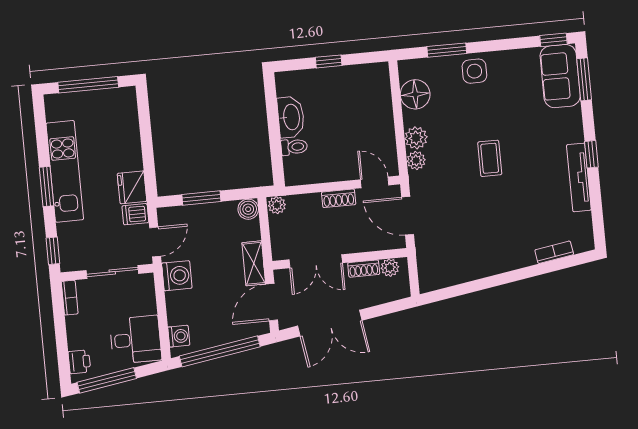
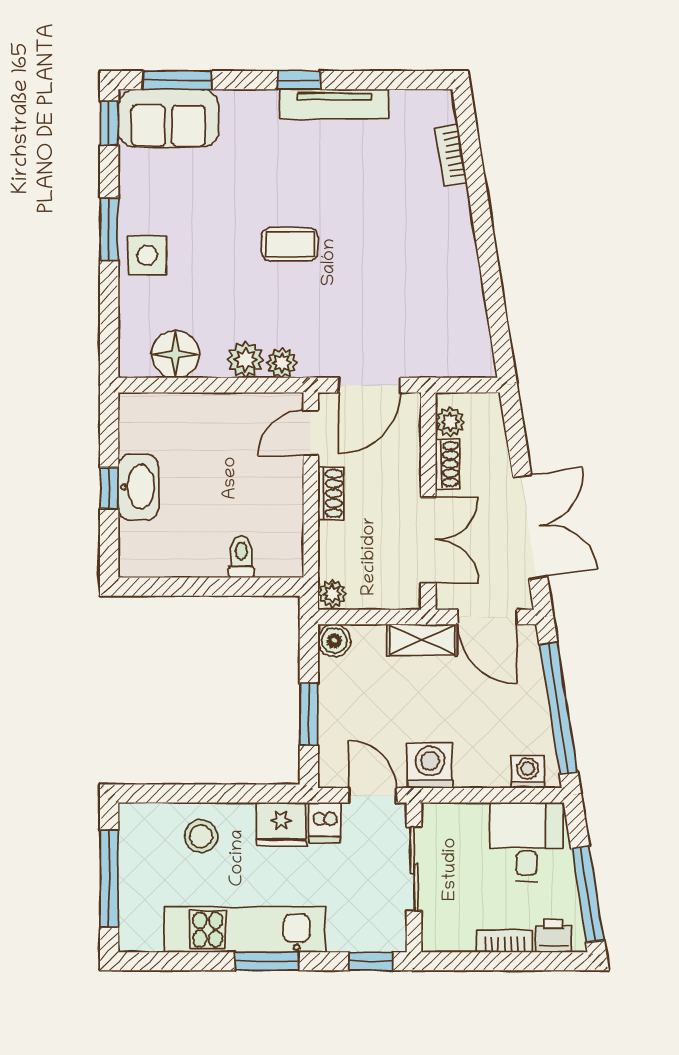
window: (447, 50) -> (109, 229), moved
washbasin: (291, 117) -> (138, 487), moved, turned 90
stool: (120, 139) -> (201, 836), added
bookcase: (70, 298) -> (505, 941), moved

